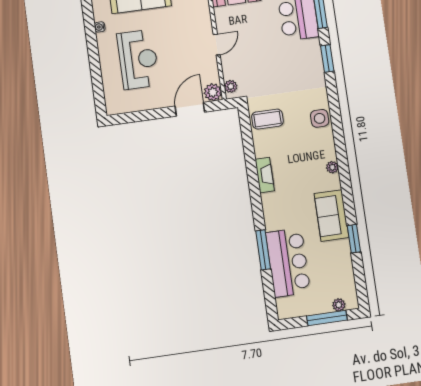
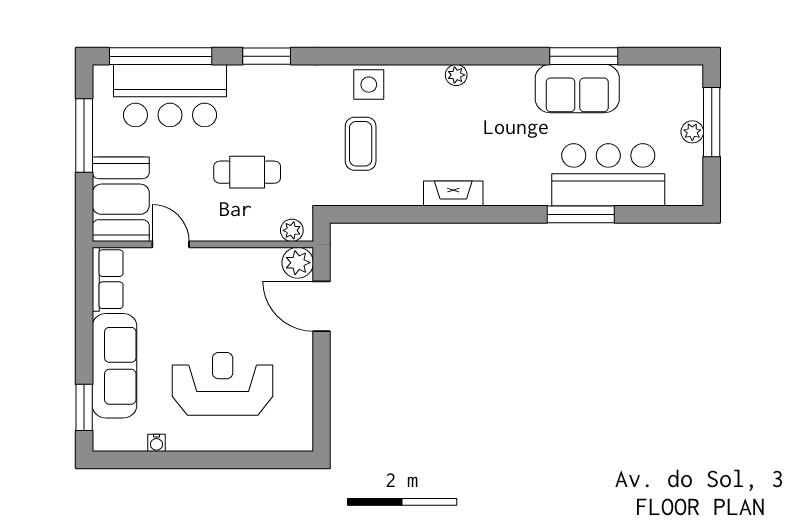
door: (217, 45) -> (171, 244), moved
cafe table: (260, 57) -> (247, 172), added
coffee table: (267, 119) -> (361, 144), moved
sofa: (332, 216) -> (577, 89), moved
window: (354, 239) -> (584, 56), width x1.44
plant: (339, 305) -> (692, 132), moved

